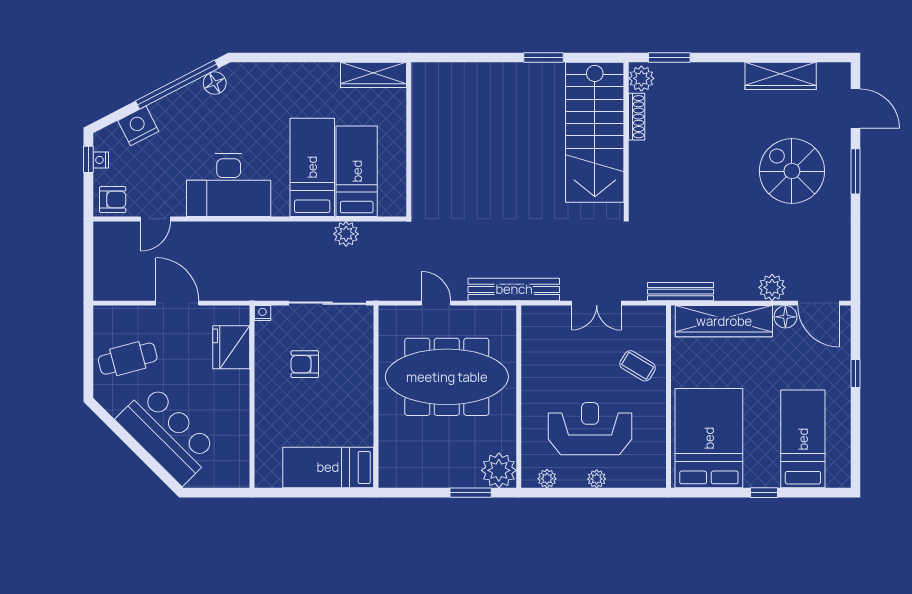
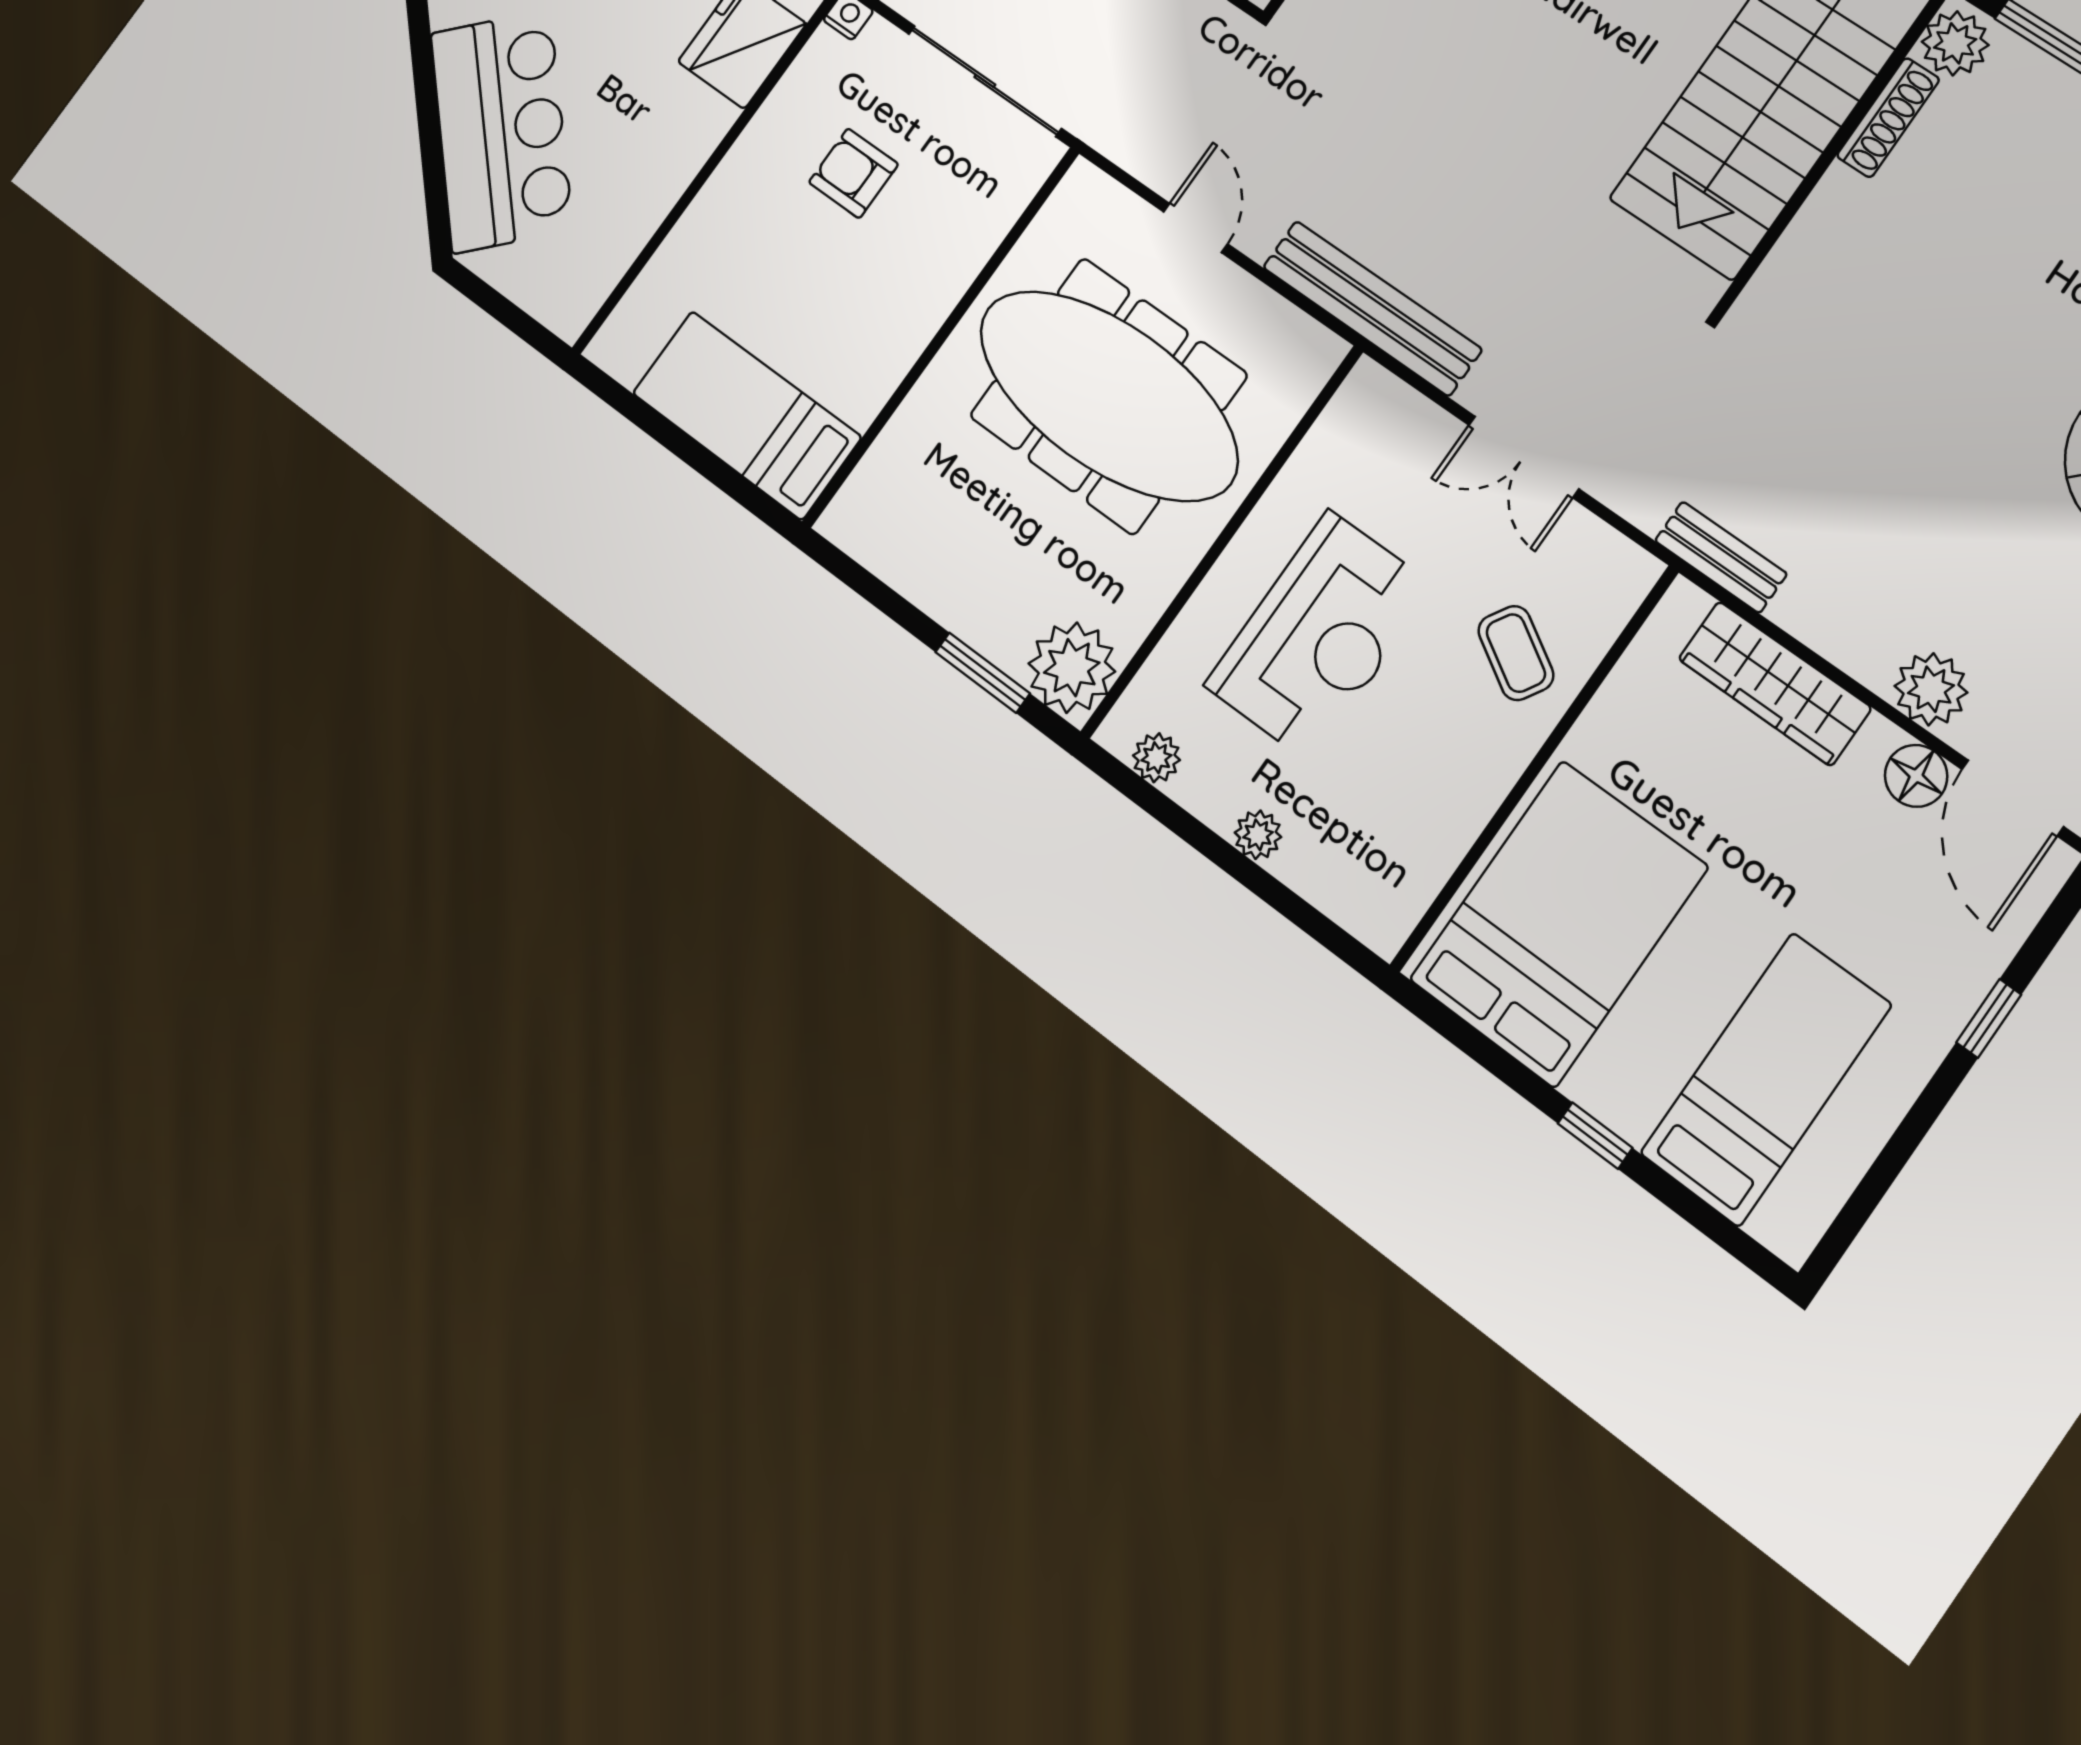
bench: (680, 292) -> (1721, 557), width x0.73
wardrobe: (724, 321) -> (1775, 683), width x0.71, depth x0.85
reception desk: (590, 429) -> (1319, 636), moved, turned 90

